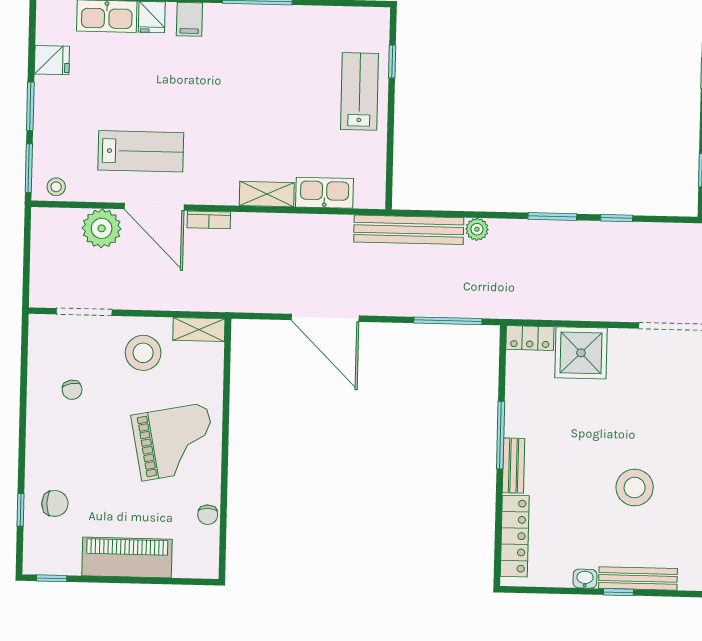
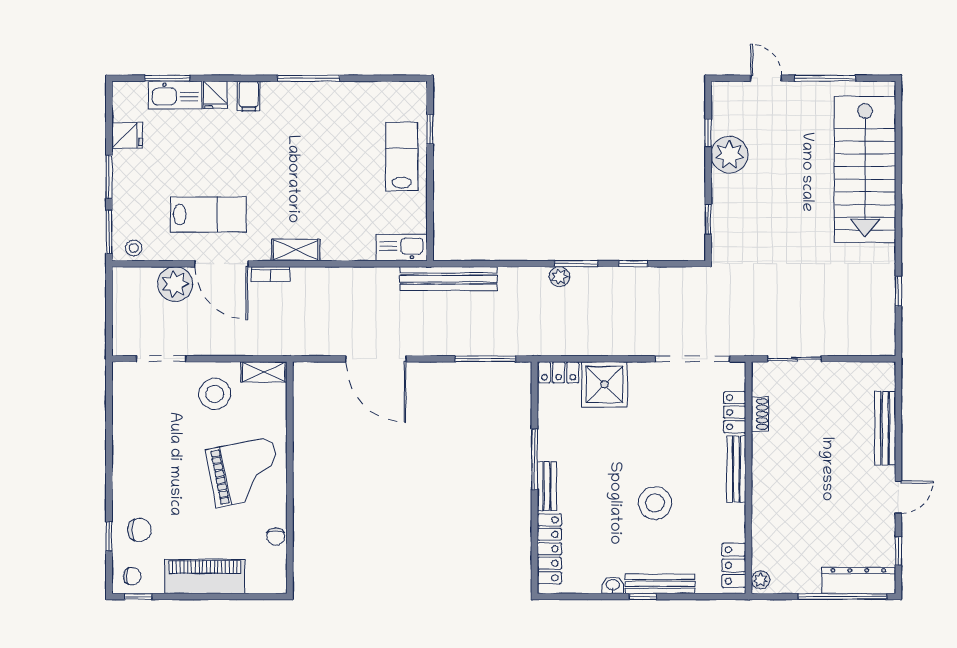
kitchen sink: (325, 193) -> (402, 247), moved
shelving: (267, 194) -> (296, 250), moved
plant: (477, 229) -> (559, 277), moved
chair: (72, 390) -> (132, 576), moved, turned -79

